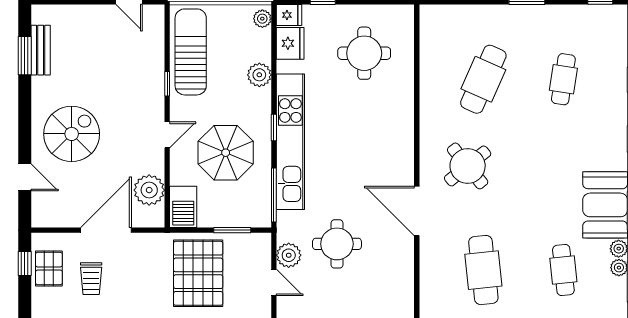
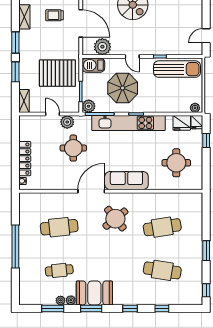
plant: (259, 75) -> (89, 106), moved
cafe table: (483, 79) -> (162, 227), turned -33
cafe table: (563, 79) -> (162, 270), width x1.37, depth x1.35
sofa: (397, 145) -> (126, 181), added
door: (274, 282) -> (52, 114), swing flipped

